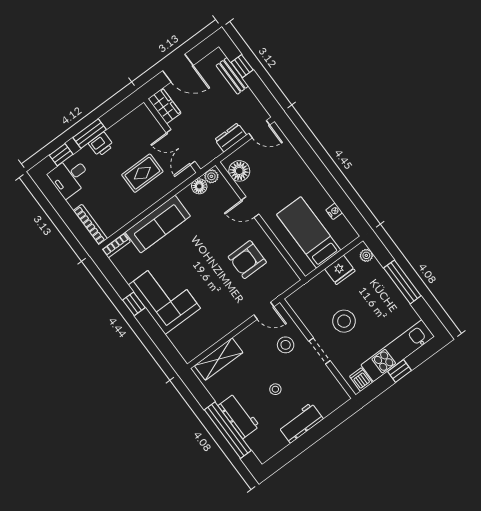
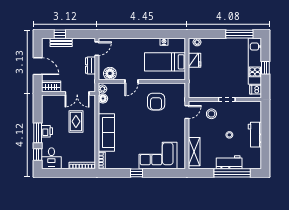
door: (178, 68) -> (38, 66), hinge flipped
window: (402, 282) -> (239, 34), moved
corner sofa: (164, 297) -> (158, 155), moved
stool: (344, 321) -> (221, 77), removed

